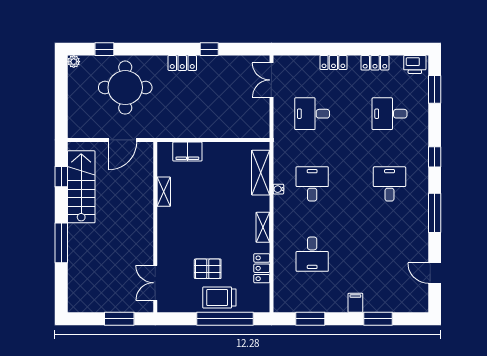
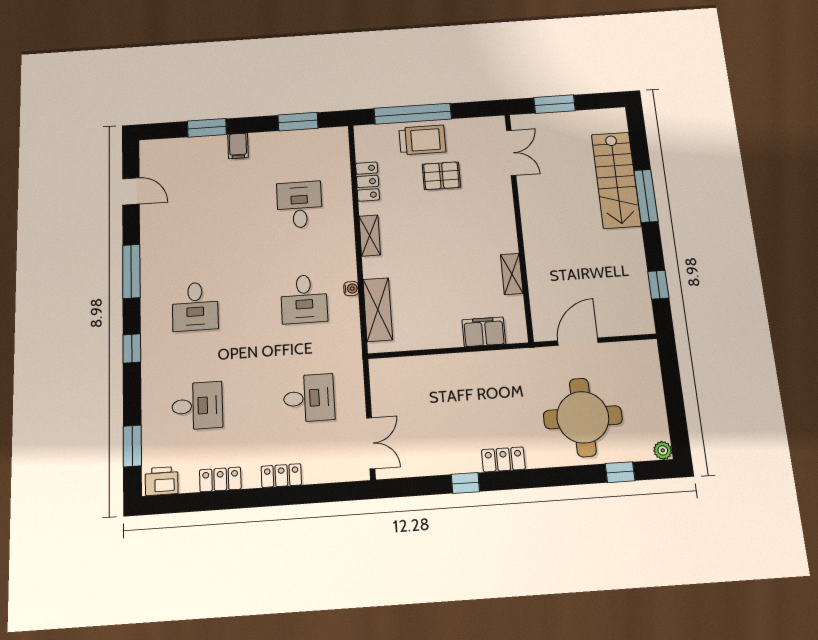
stairs: (81, 187) -> (616, 180), moved

